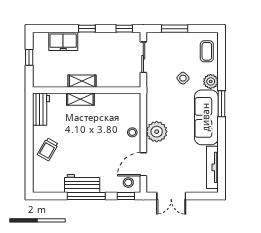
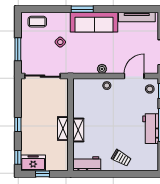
window: (124, 29) -> (18, 157), moved
freezer: (63, 41) -> (33, 163), moved, turned -90
sliding door: (143, 57) -> (42, 76), width x1.37
plant: (211, 81) -> (63, 18), removed
plant: (157, 132) -> (102, 69), width x0.53, depth x0.53
door: (143, 164) -> (134, 76), swing flipped

